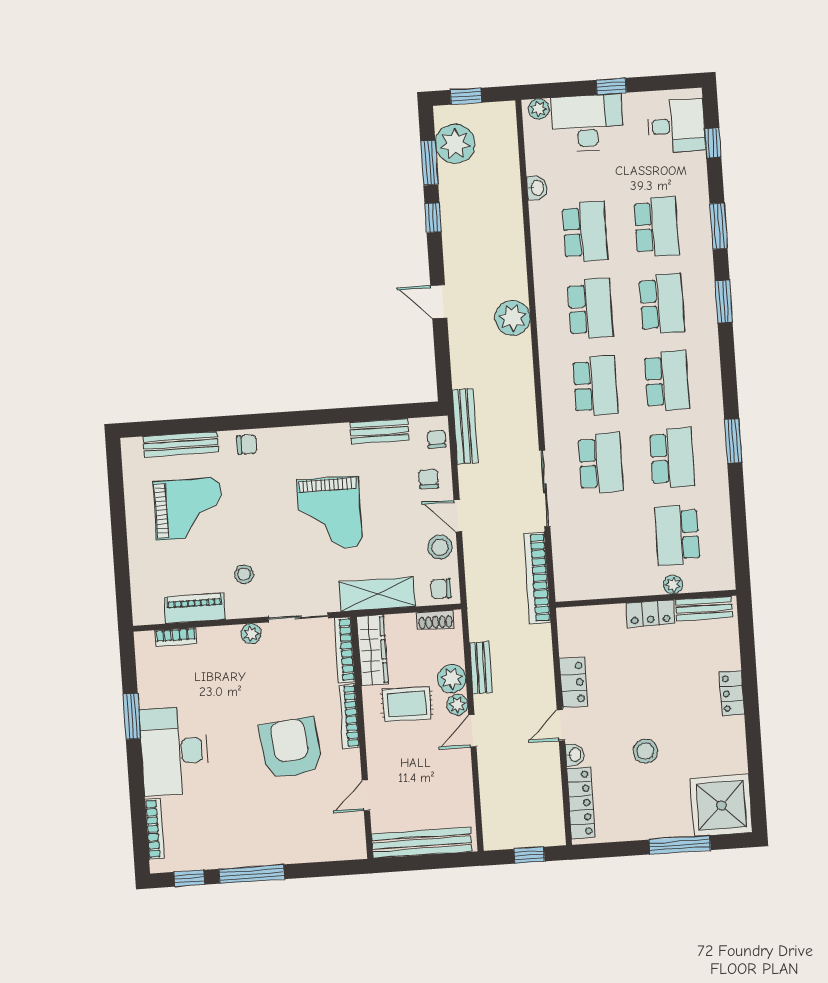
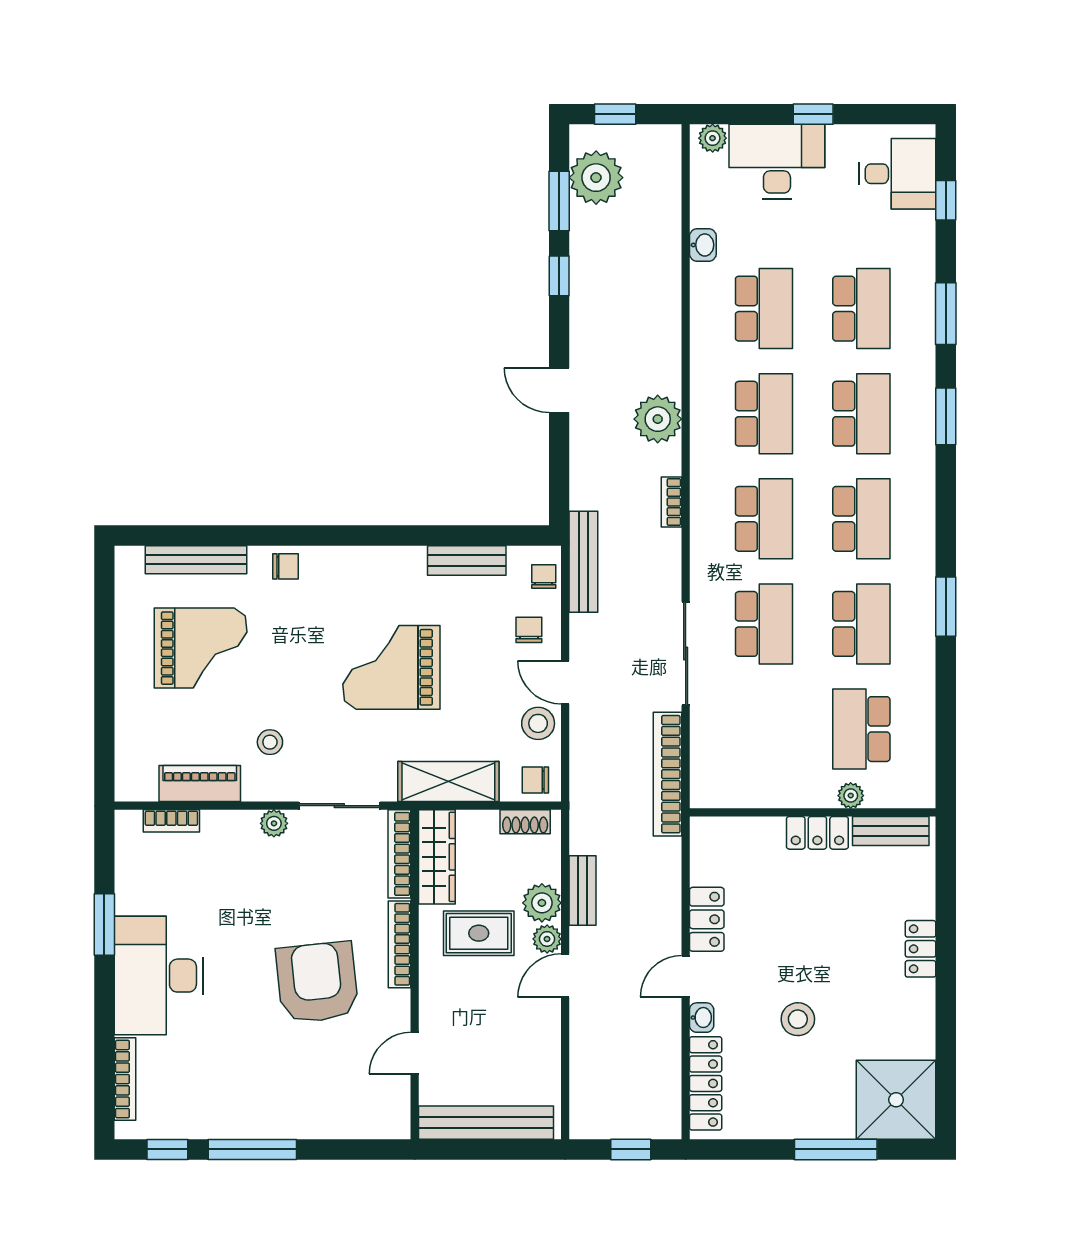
bookcase: (527, 378) -> (671, 502), added
grand piano: (329, 513) -> (391, 667), turned 90

